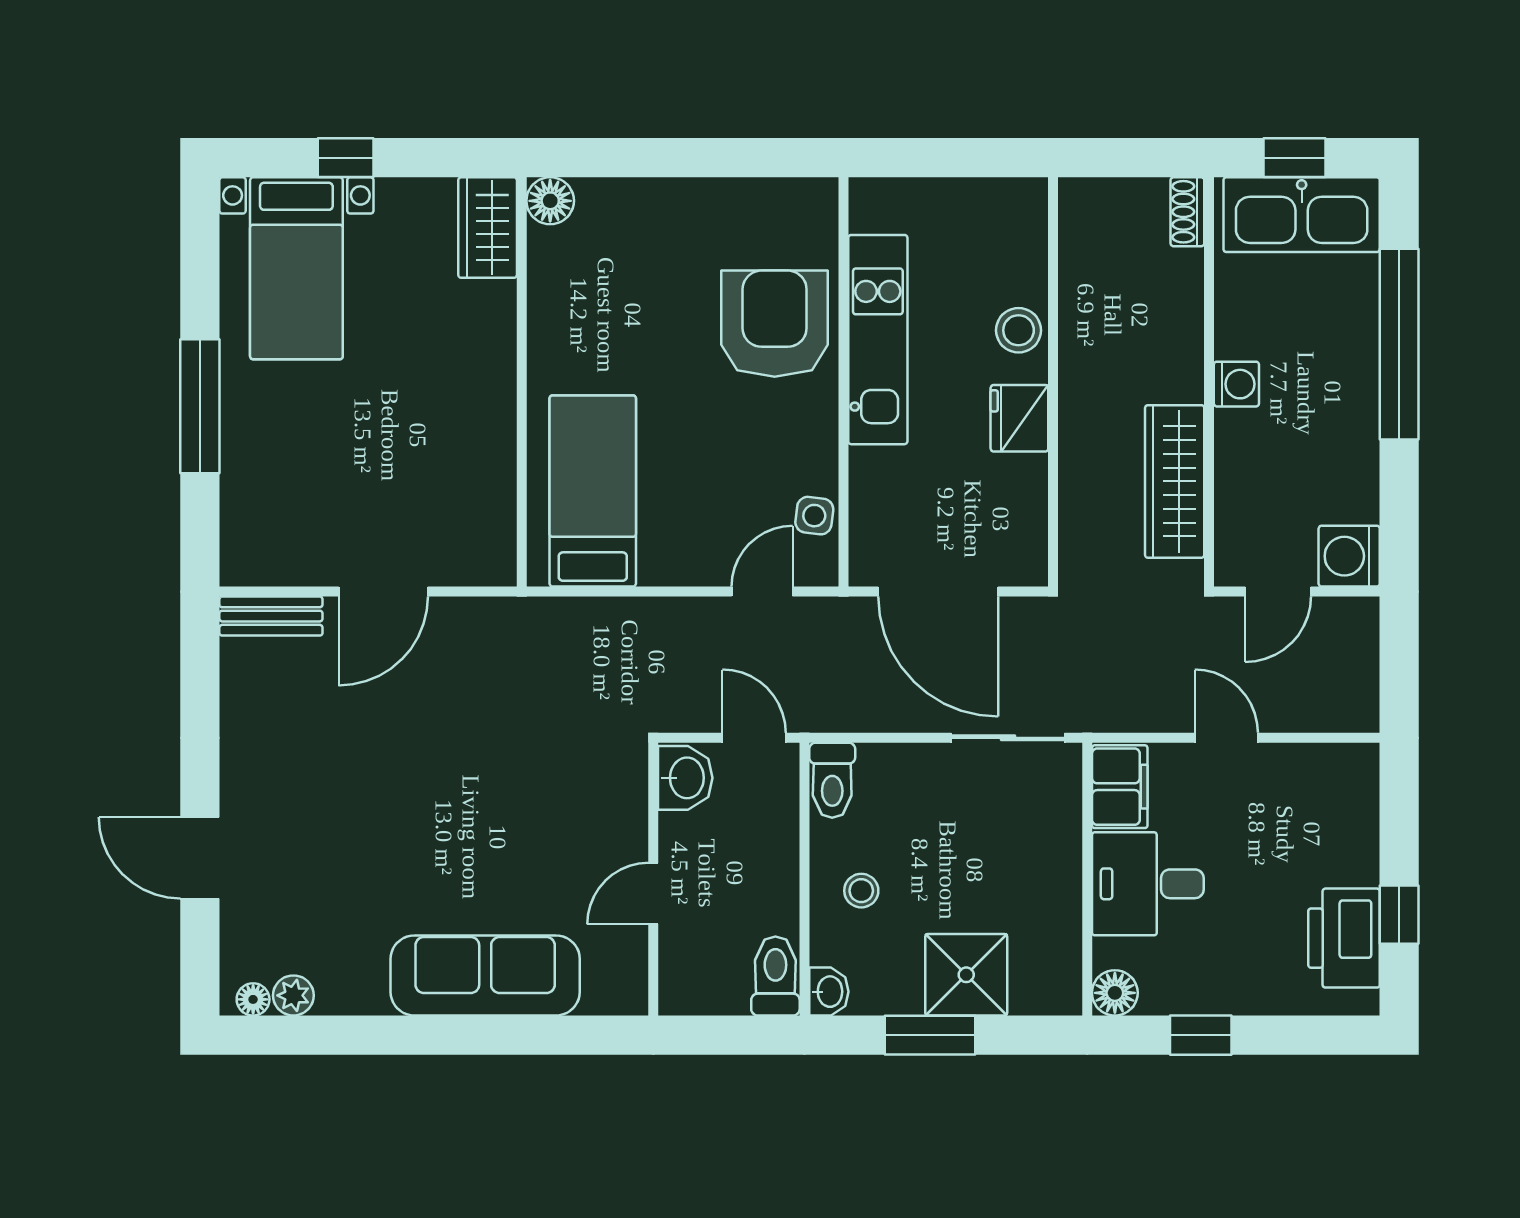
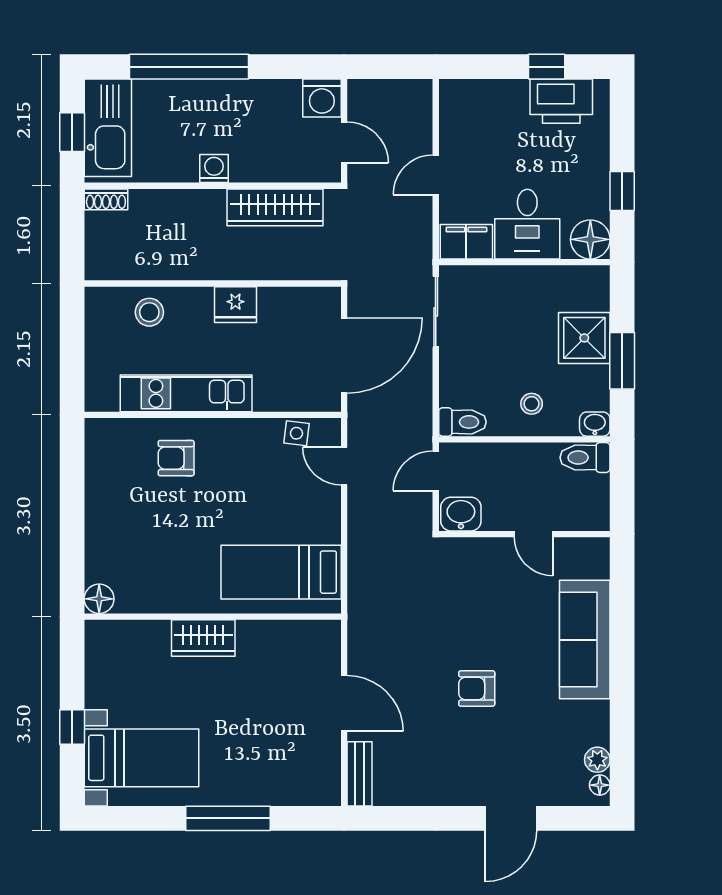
wardrobe: (488, 228) -> (203, 638), moved
armchair: (775, 324) -> (176, 458), width x0.53, depth x0.53
stool: (1019, 330) -> (149, 312), moved
armchair: (407, 803) -> (477, 688), added
floor lamp: (1115, 993) -> (590, 239), width x1.38, depth x1.38

